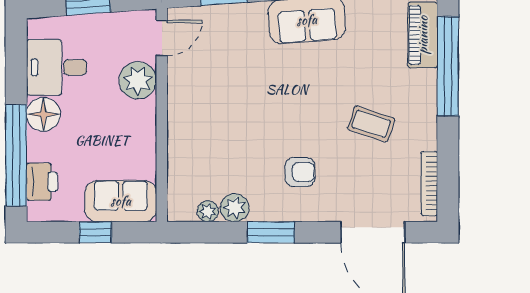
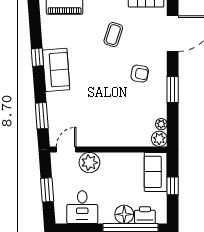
door: (162, 38) -> (66, 149), hinge flipped
floor lamp: (43, 114) -> (124, 214), moved
armchair: (300, 172) -> (140, 74), turned 100
plant: (235, 208) -> (159, 139), moved

